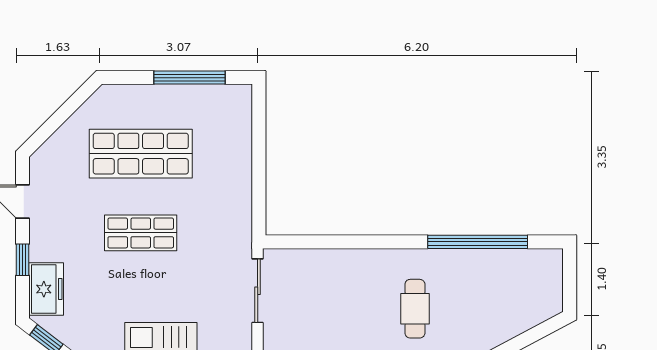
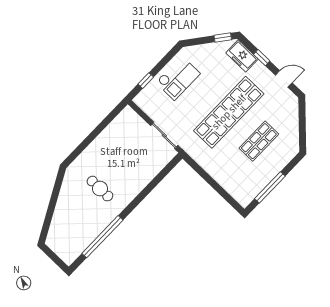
shop shelf: (141, 154) -> (259, 141), width x0.70, depth x0.74
shop shelf: (141, 233) -> (229, 112), width x2.00, depth x1.36

